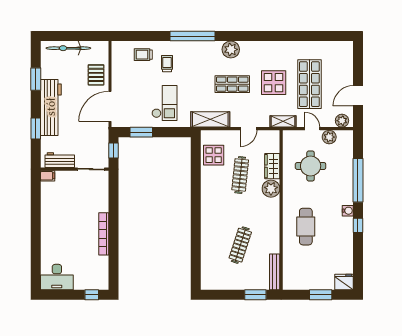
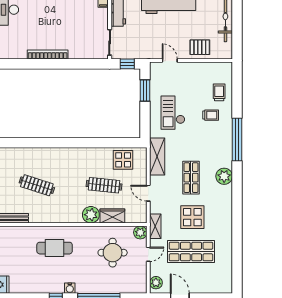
checkout: (164, 103) -> (173, 113), turned 90
door: (110, 106) -> (170, 61), width x0.53
plant: (329, 137) -> (140, 232), moved

